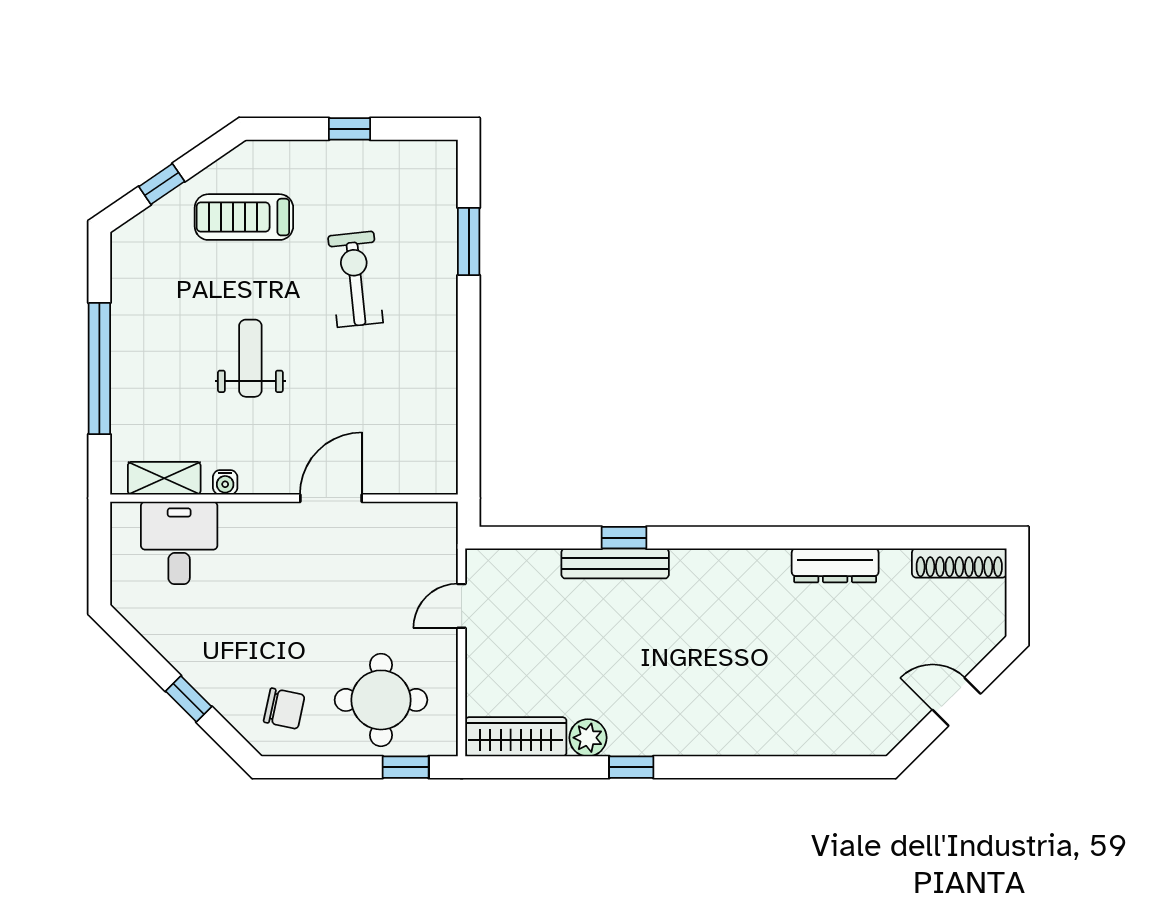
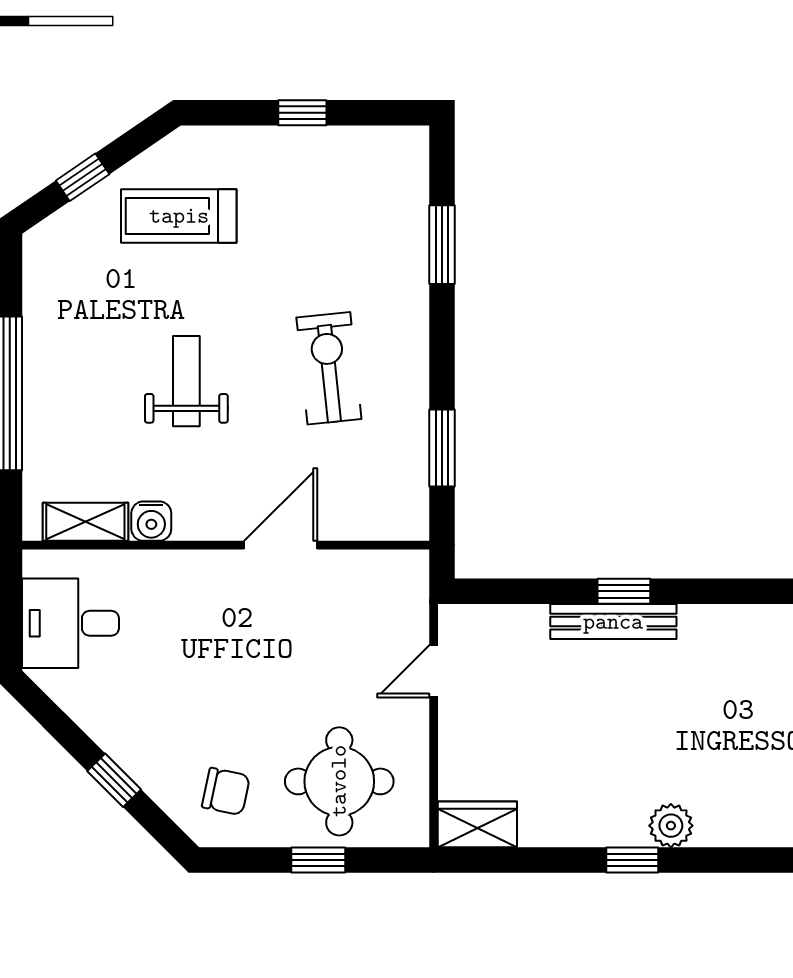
exercise bike: (356, 279) -> (329, 368), moved
window: (469, 415) -> (442, 448), added
water cooler: (225, 482) -> (151, 521), width x1.38, depth x1.38
desk: (179, 543) -> (71, 623), moved, turned -90
wardrobe: (516, 737) -> (477, 824), width x0.67
plant: (588, 738) -> (671, 826), moved
window: (406, 767) -> (318, 860), moved

